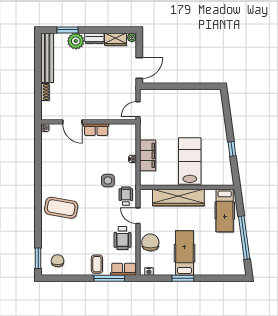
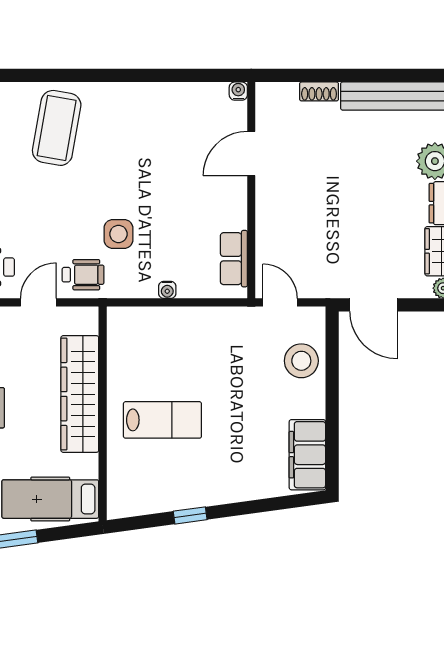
stool: (164, 100) -> (301, 361), added
row of seats: (96, 130) -> (234, 259), moved
filing cabinet: (148, 155) -> (307, 455), moved, turned 90
lab bench: (190, 161) -> (162, 420), width x0.73, depth x0.72

